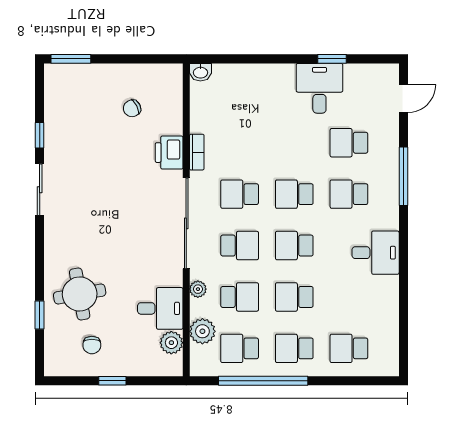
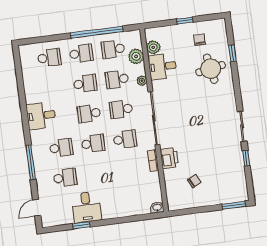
school desk: (294, 246) -> (89, 113), turned 180
school desk: (240, 348) -> (113, 49), turned 180

